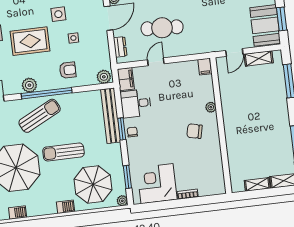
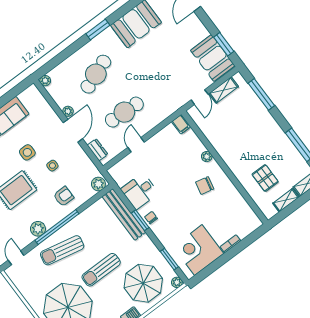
filing cabinet: (126, 79) -> (119, 175), removed
sun lounger: (40, 116) -> (62, 250), turned -141
pallet: (250, 155) -> (265, 178), added

